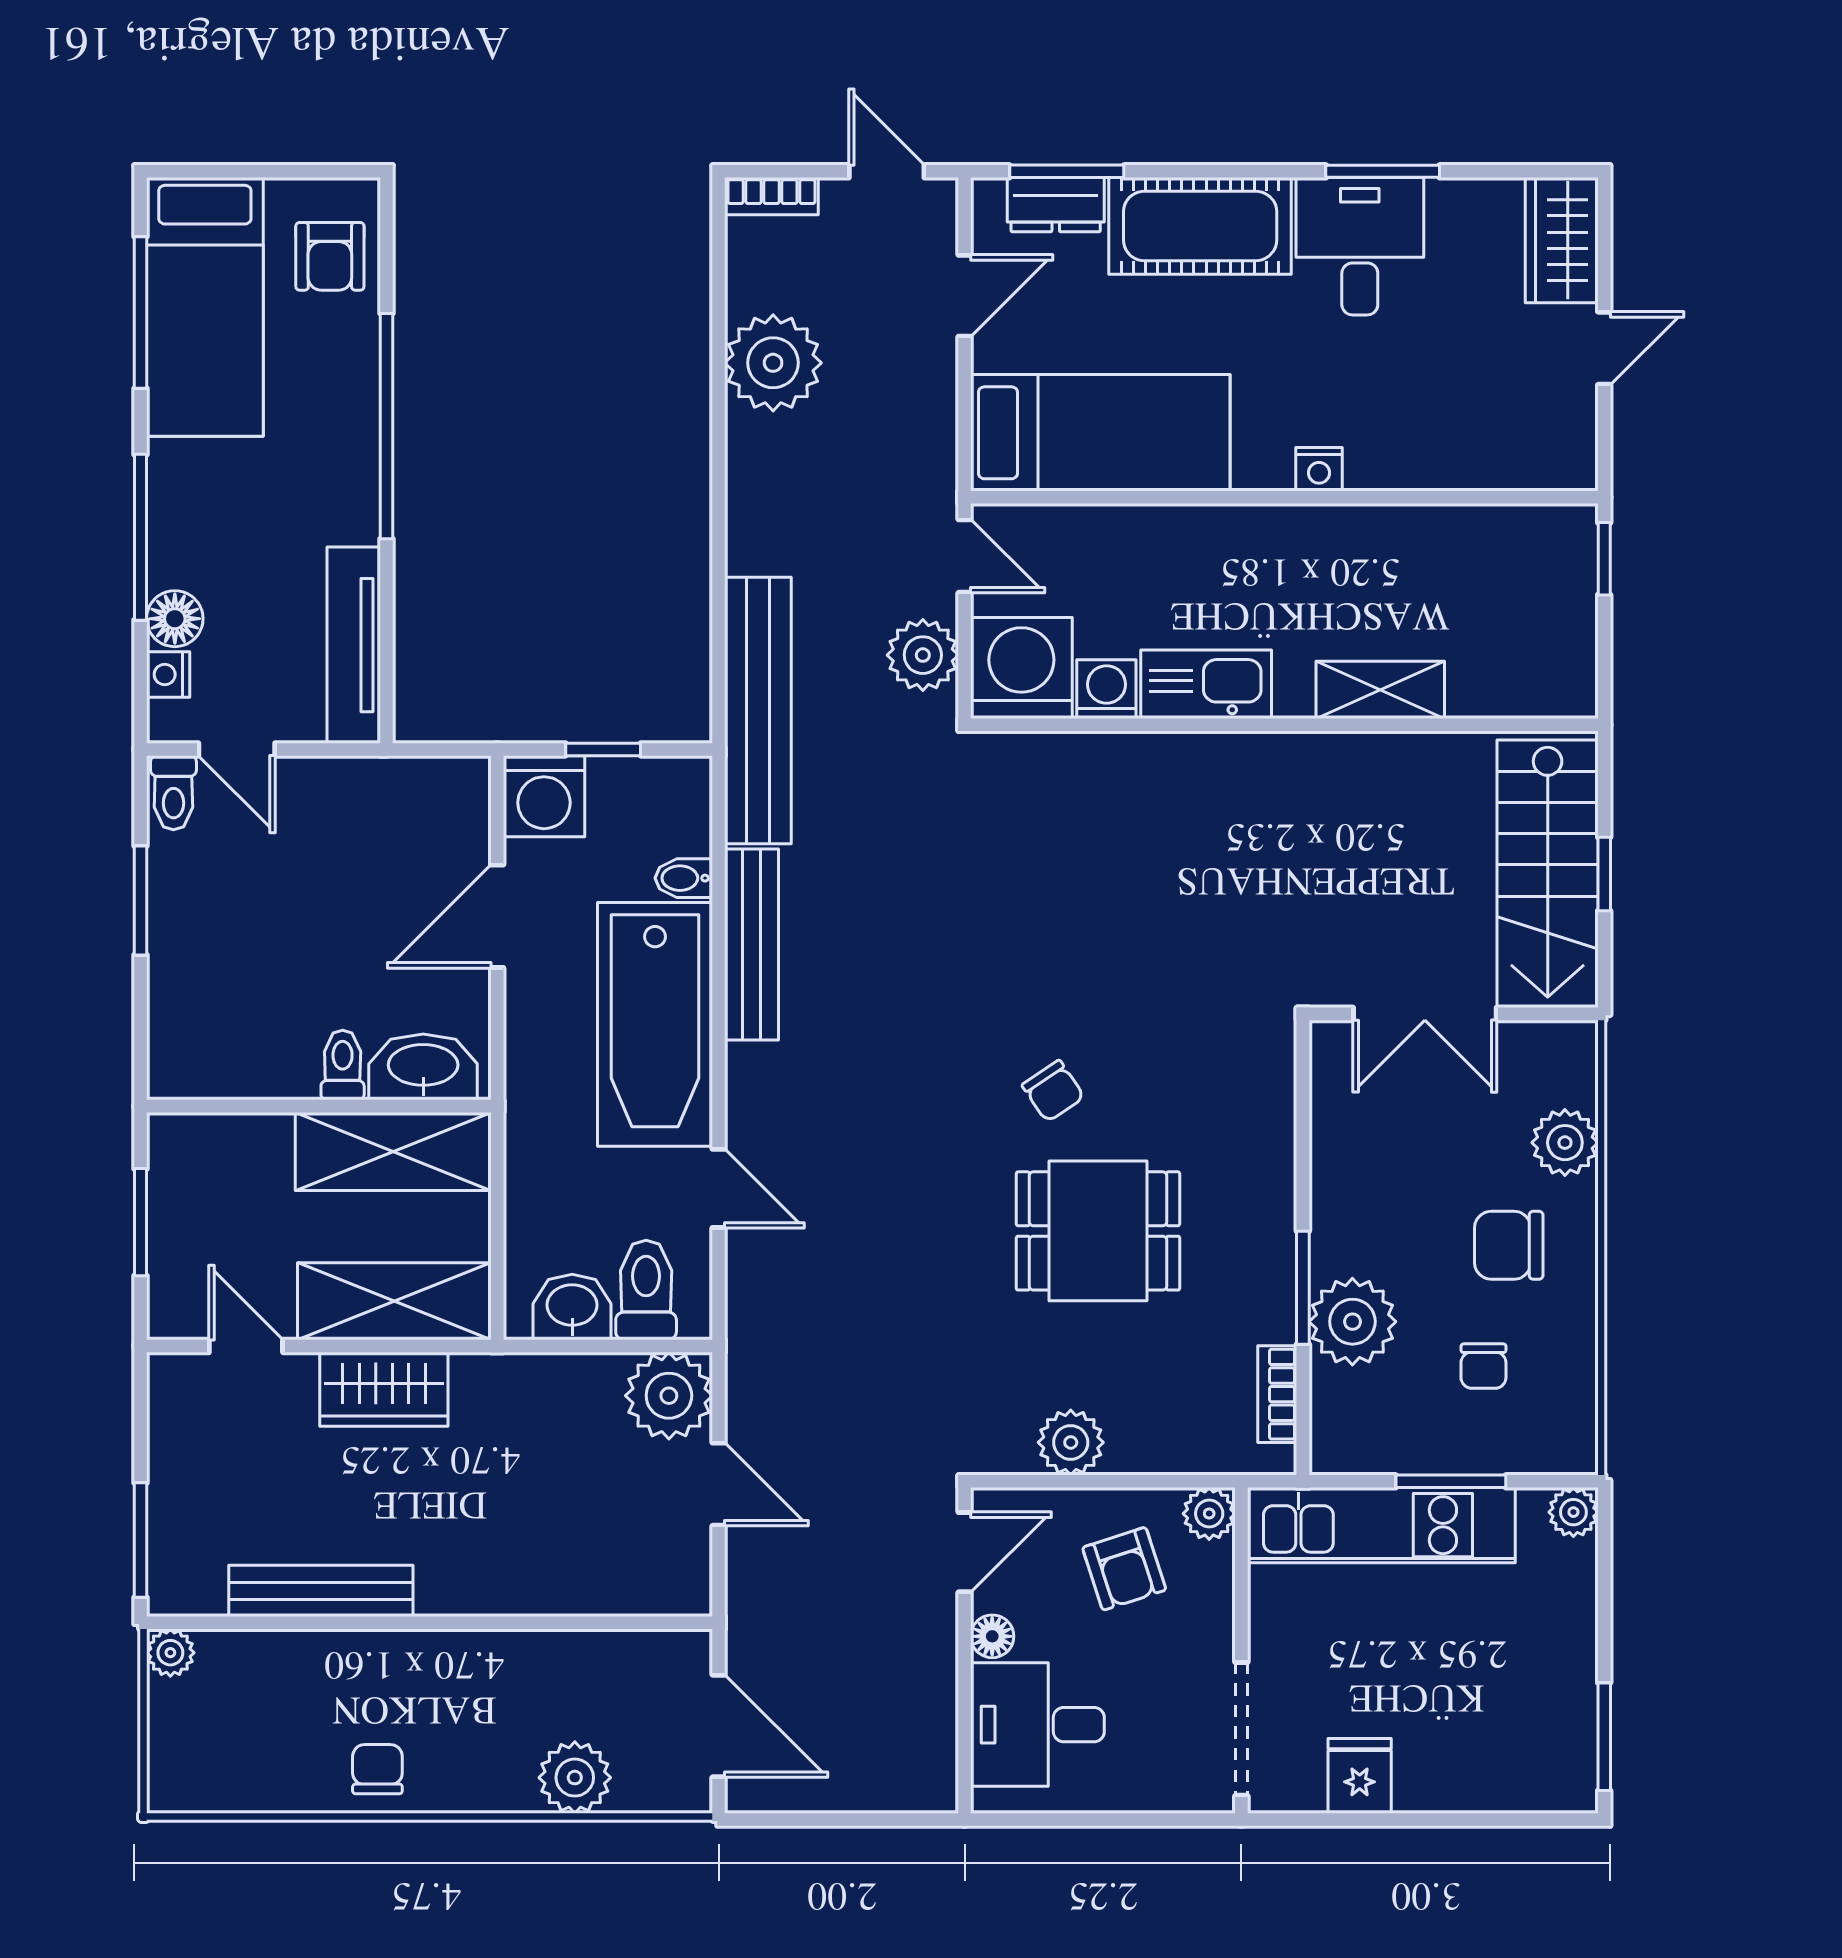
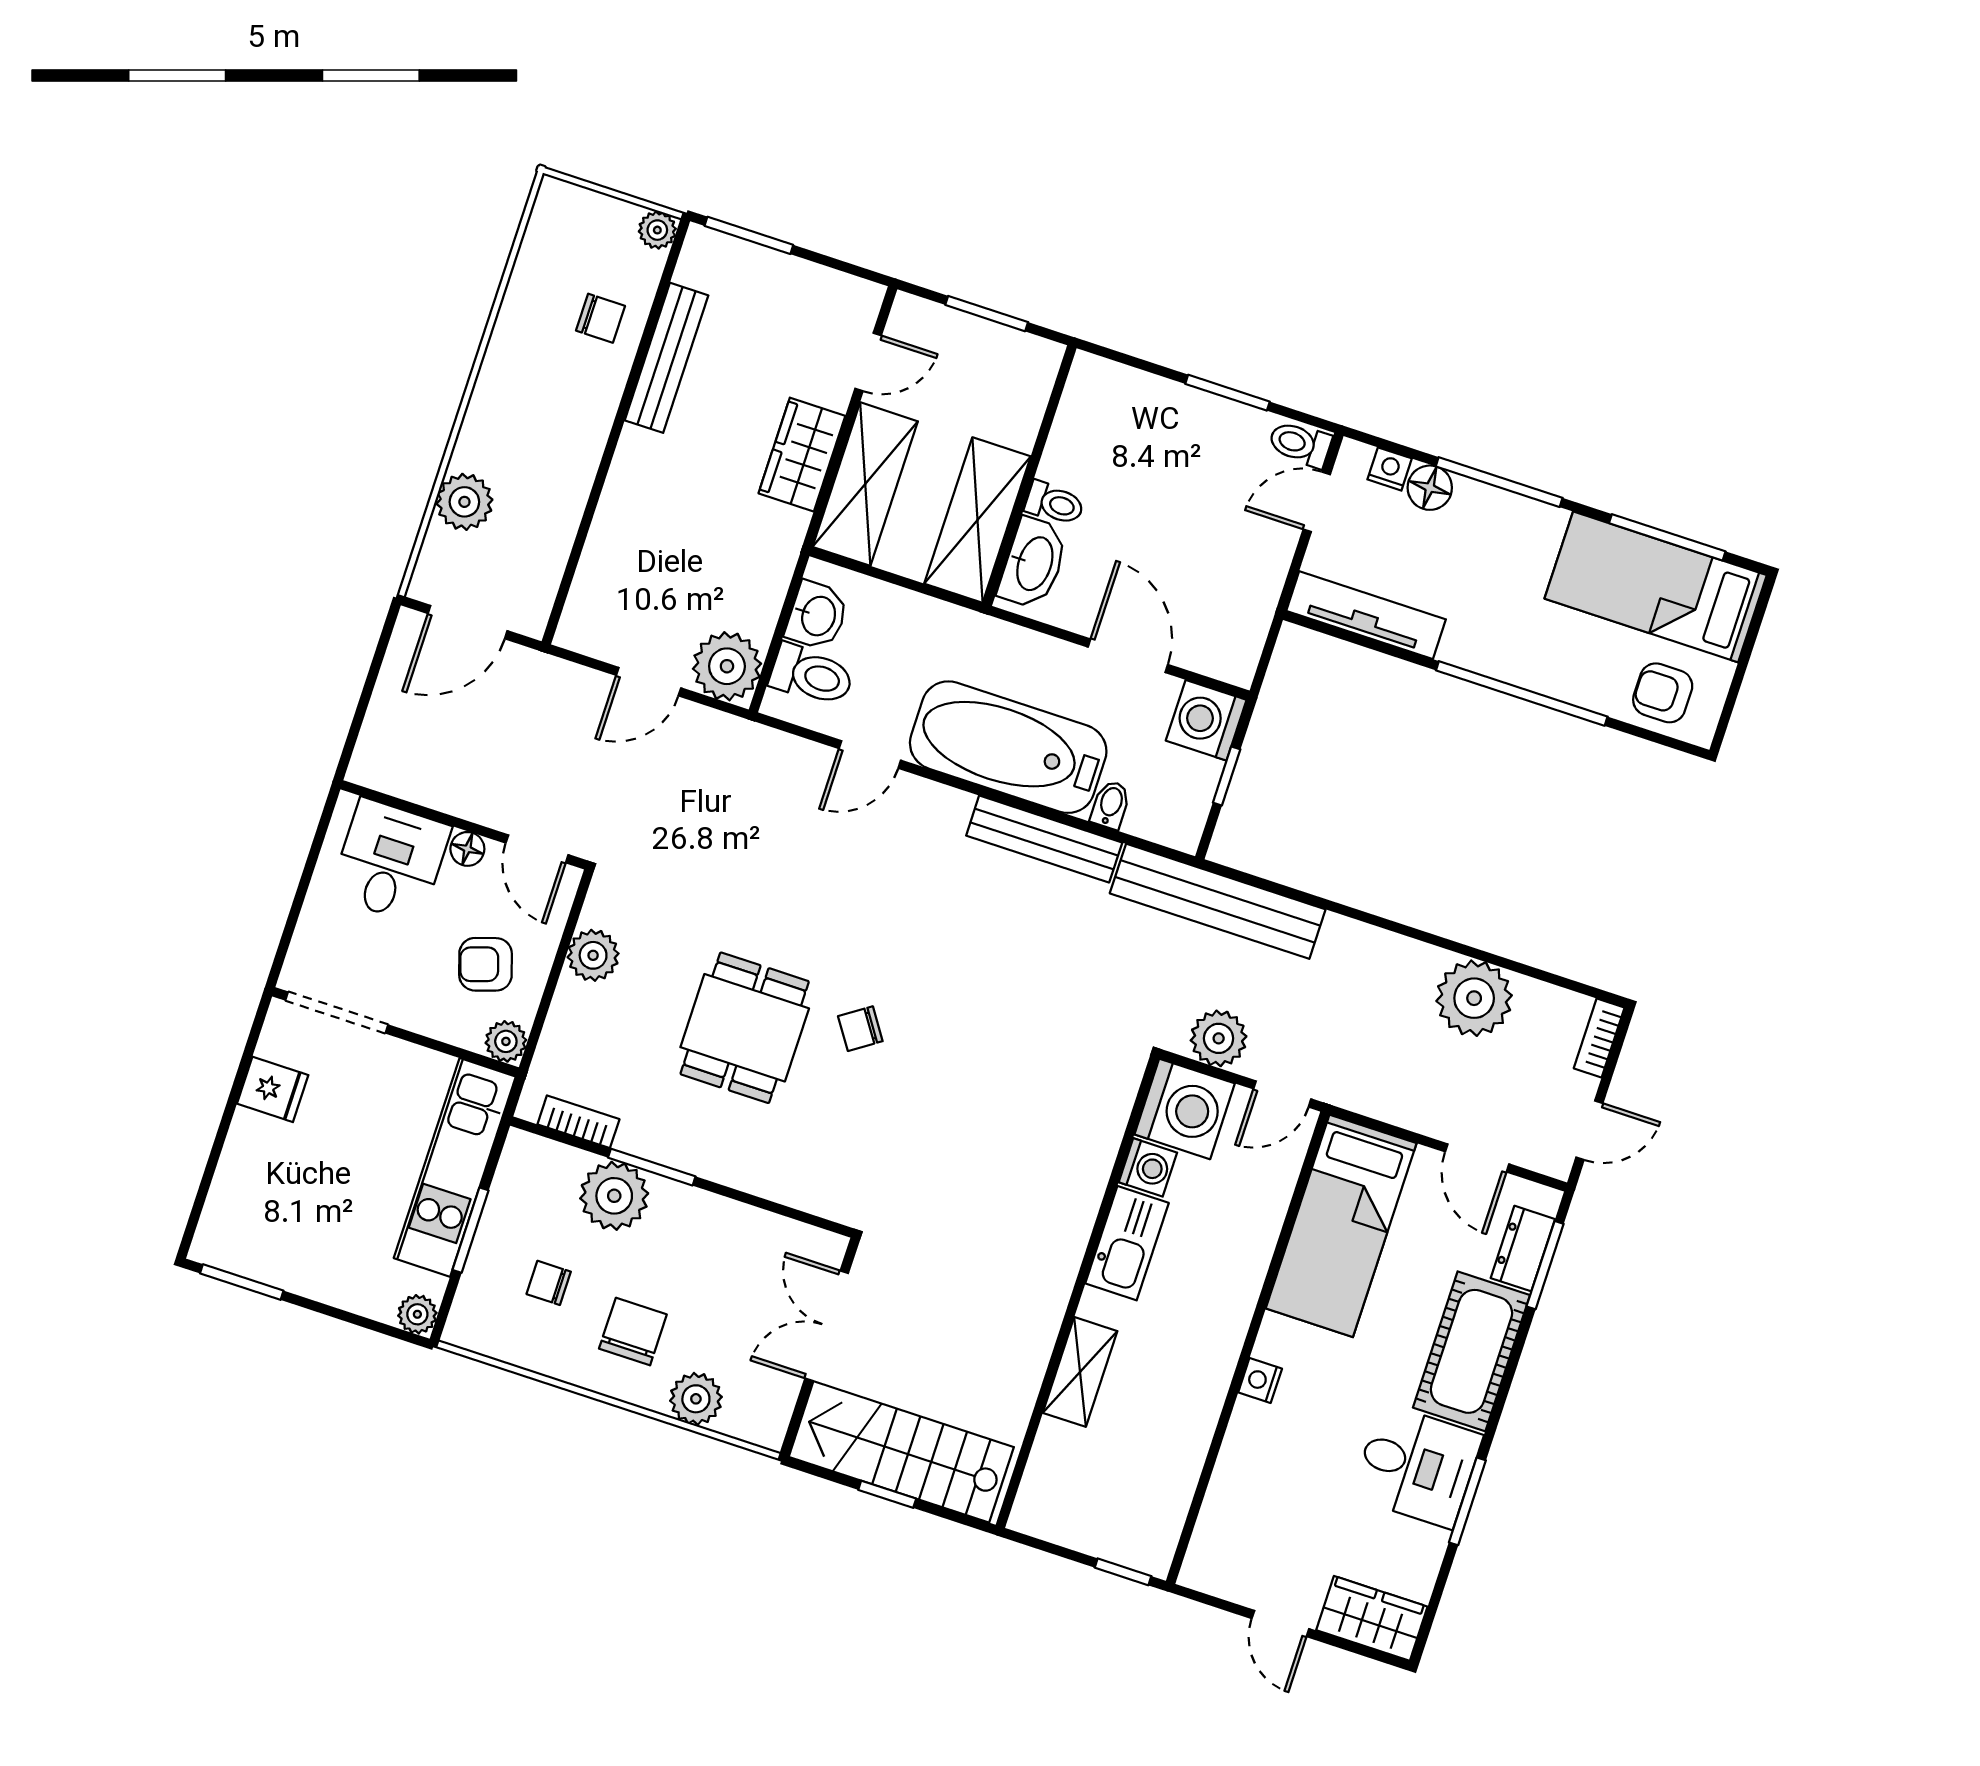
chair: (377, 1769) -> (601, 318), moved

